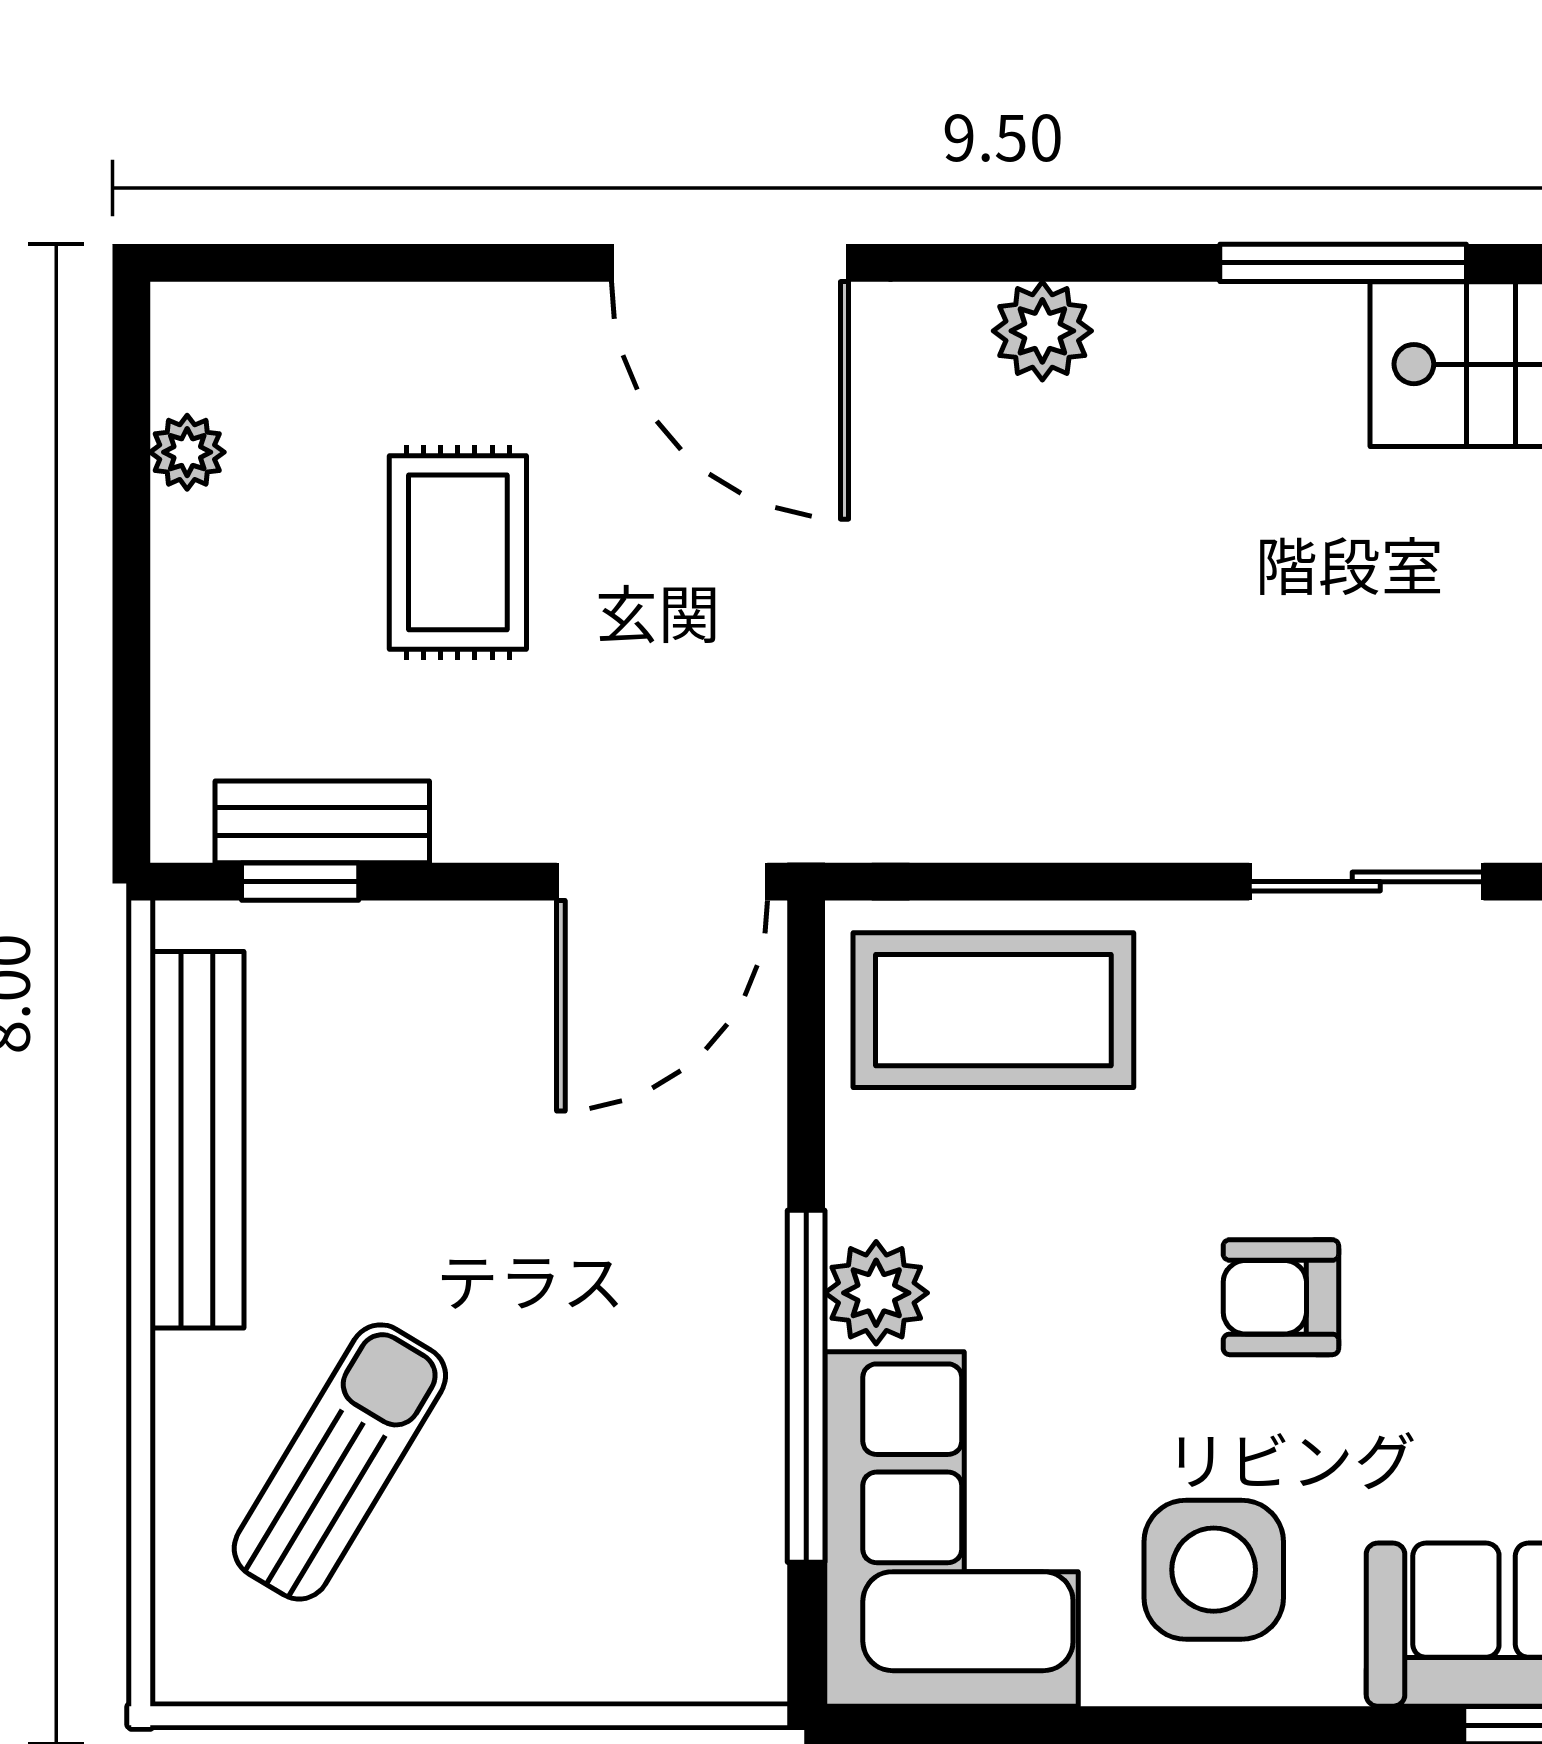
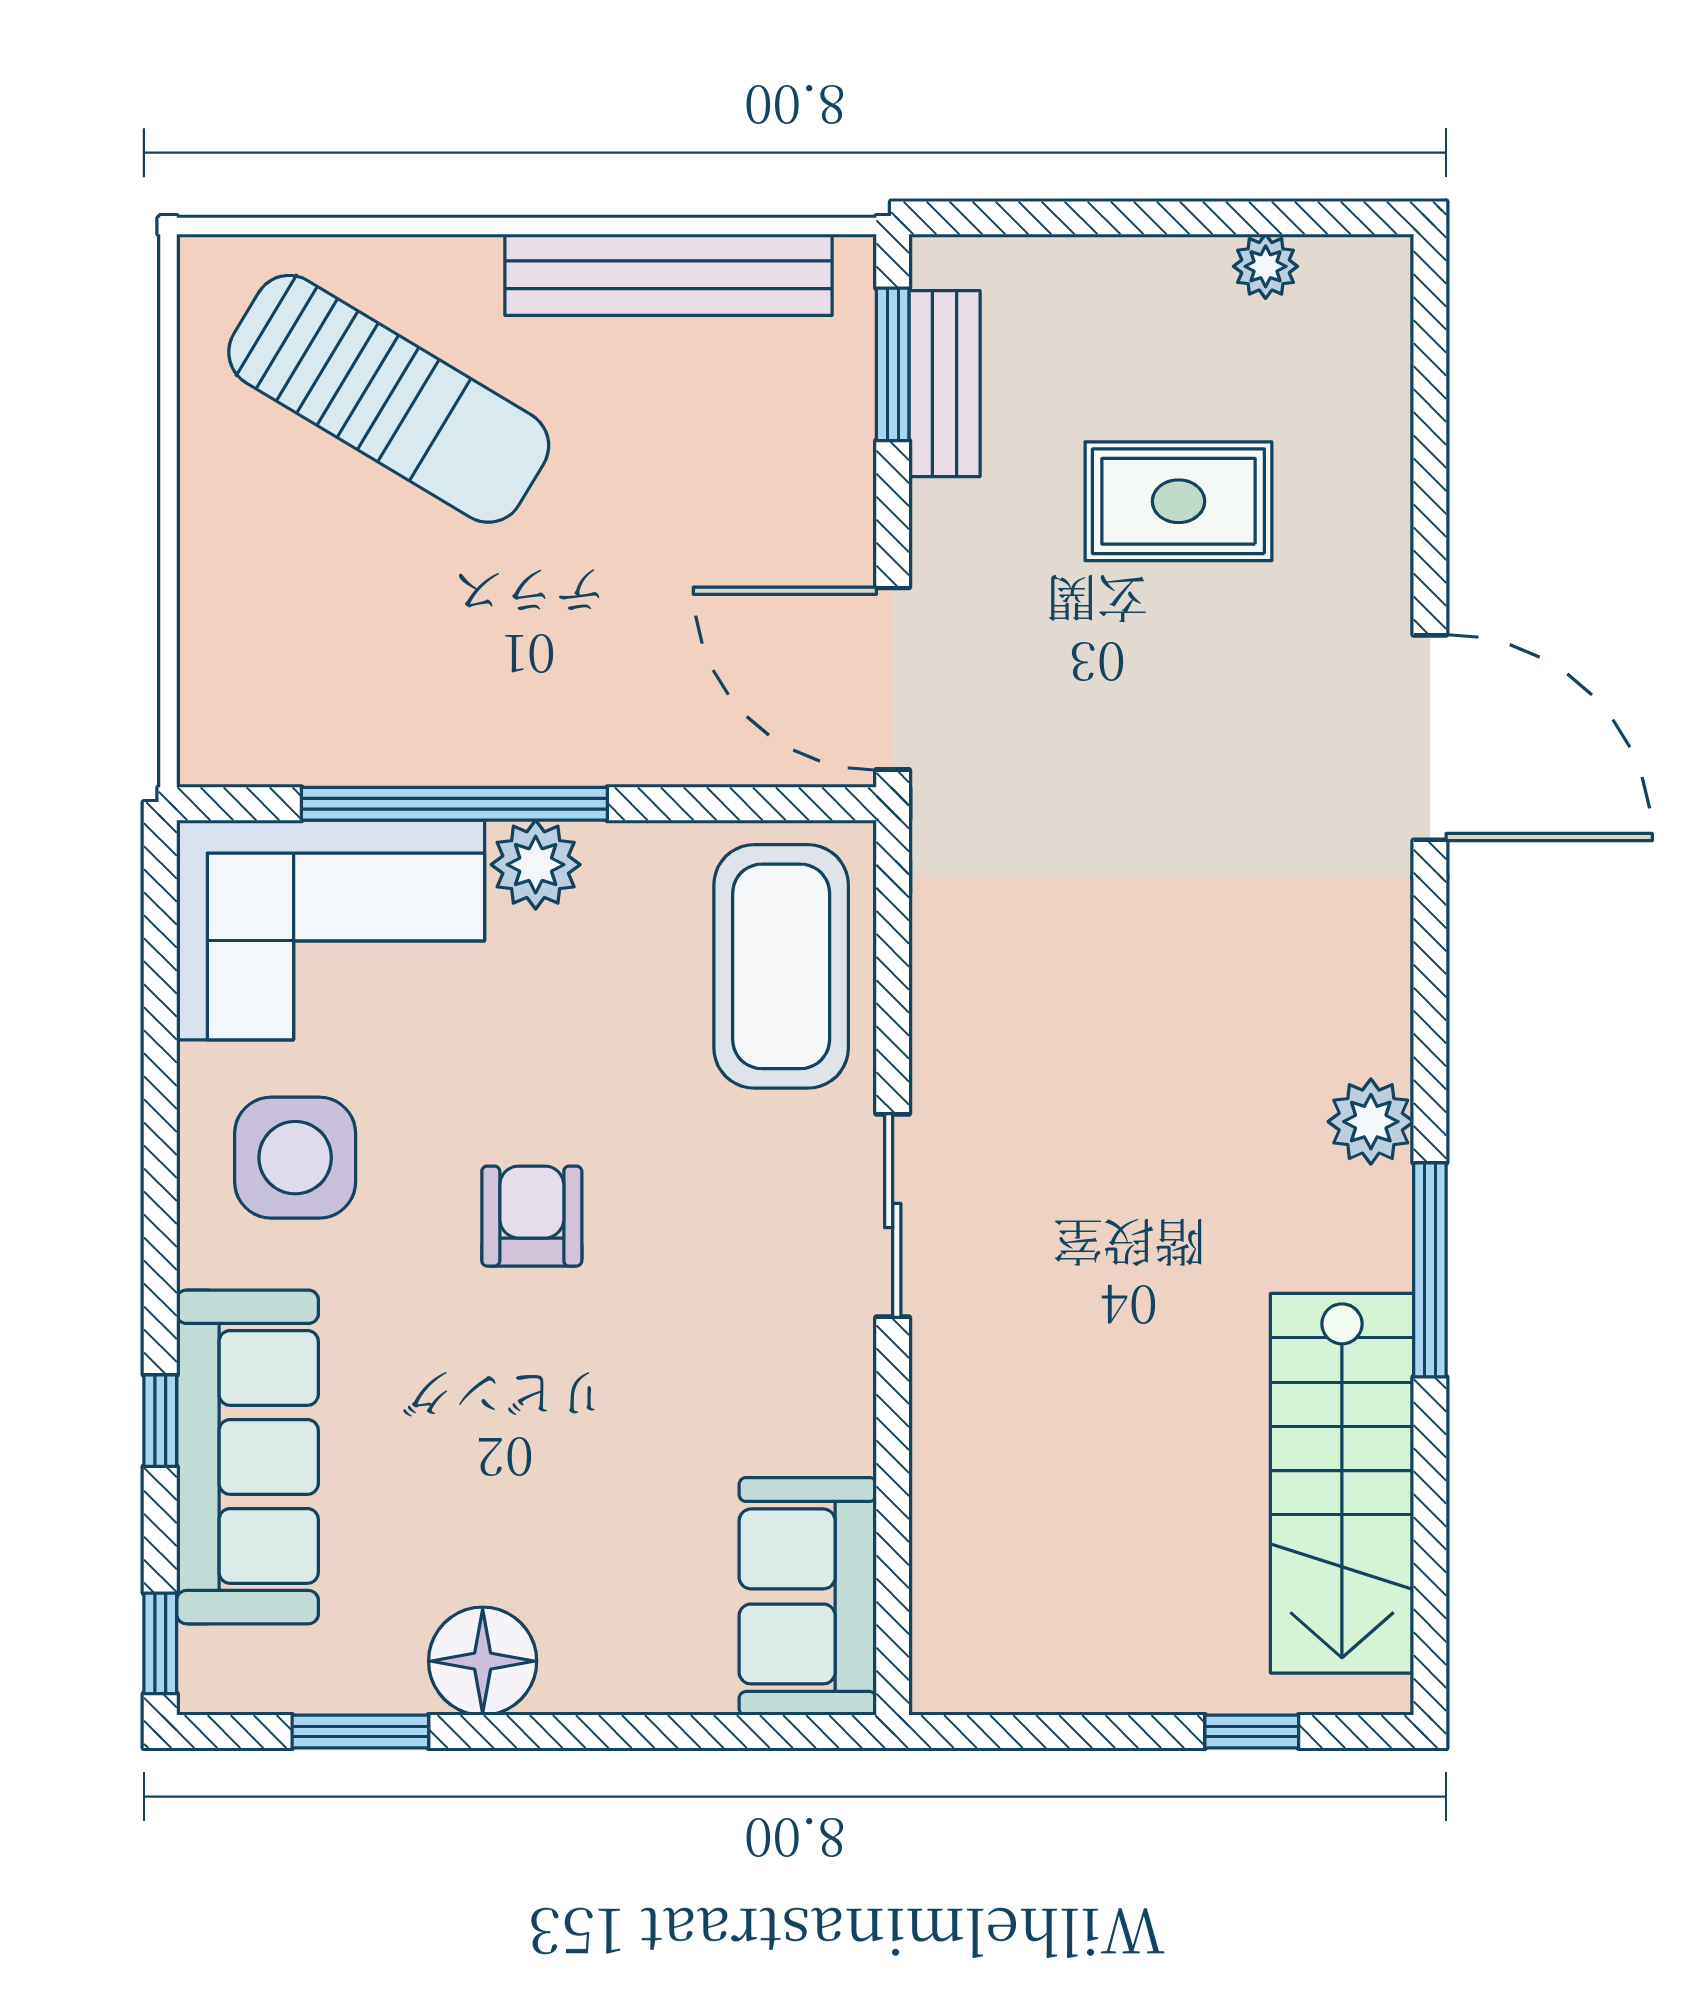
door: (730, 263) -> (1430, 738), swing flipped
plant: (1042, 331) -> (1371, 1122), moved
window: (300, 882) -> (893, 364), width x1.50
sliding door: (1366, 882) -> (893, 1216), moved
sun lounger: (340, 1462) -> (389, 399), width x1.36, depth x1.34

